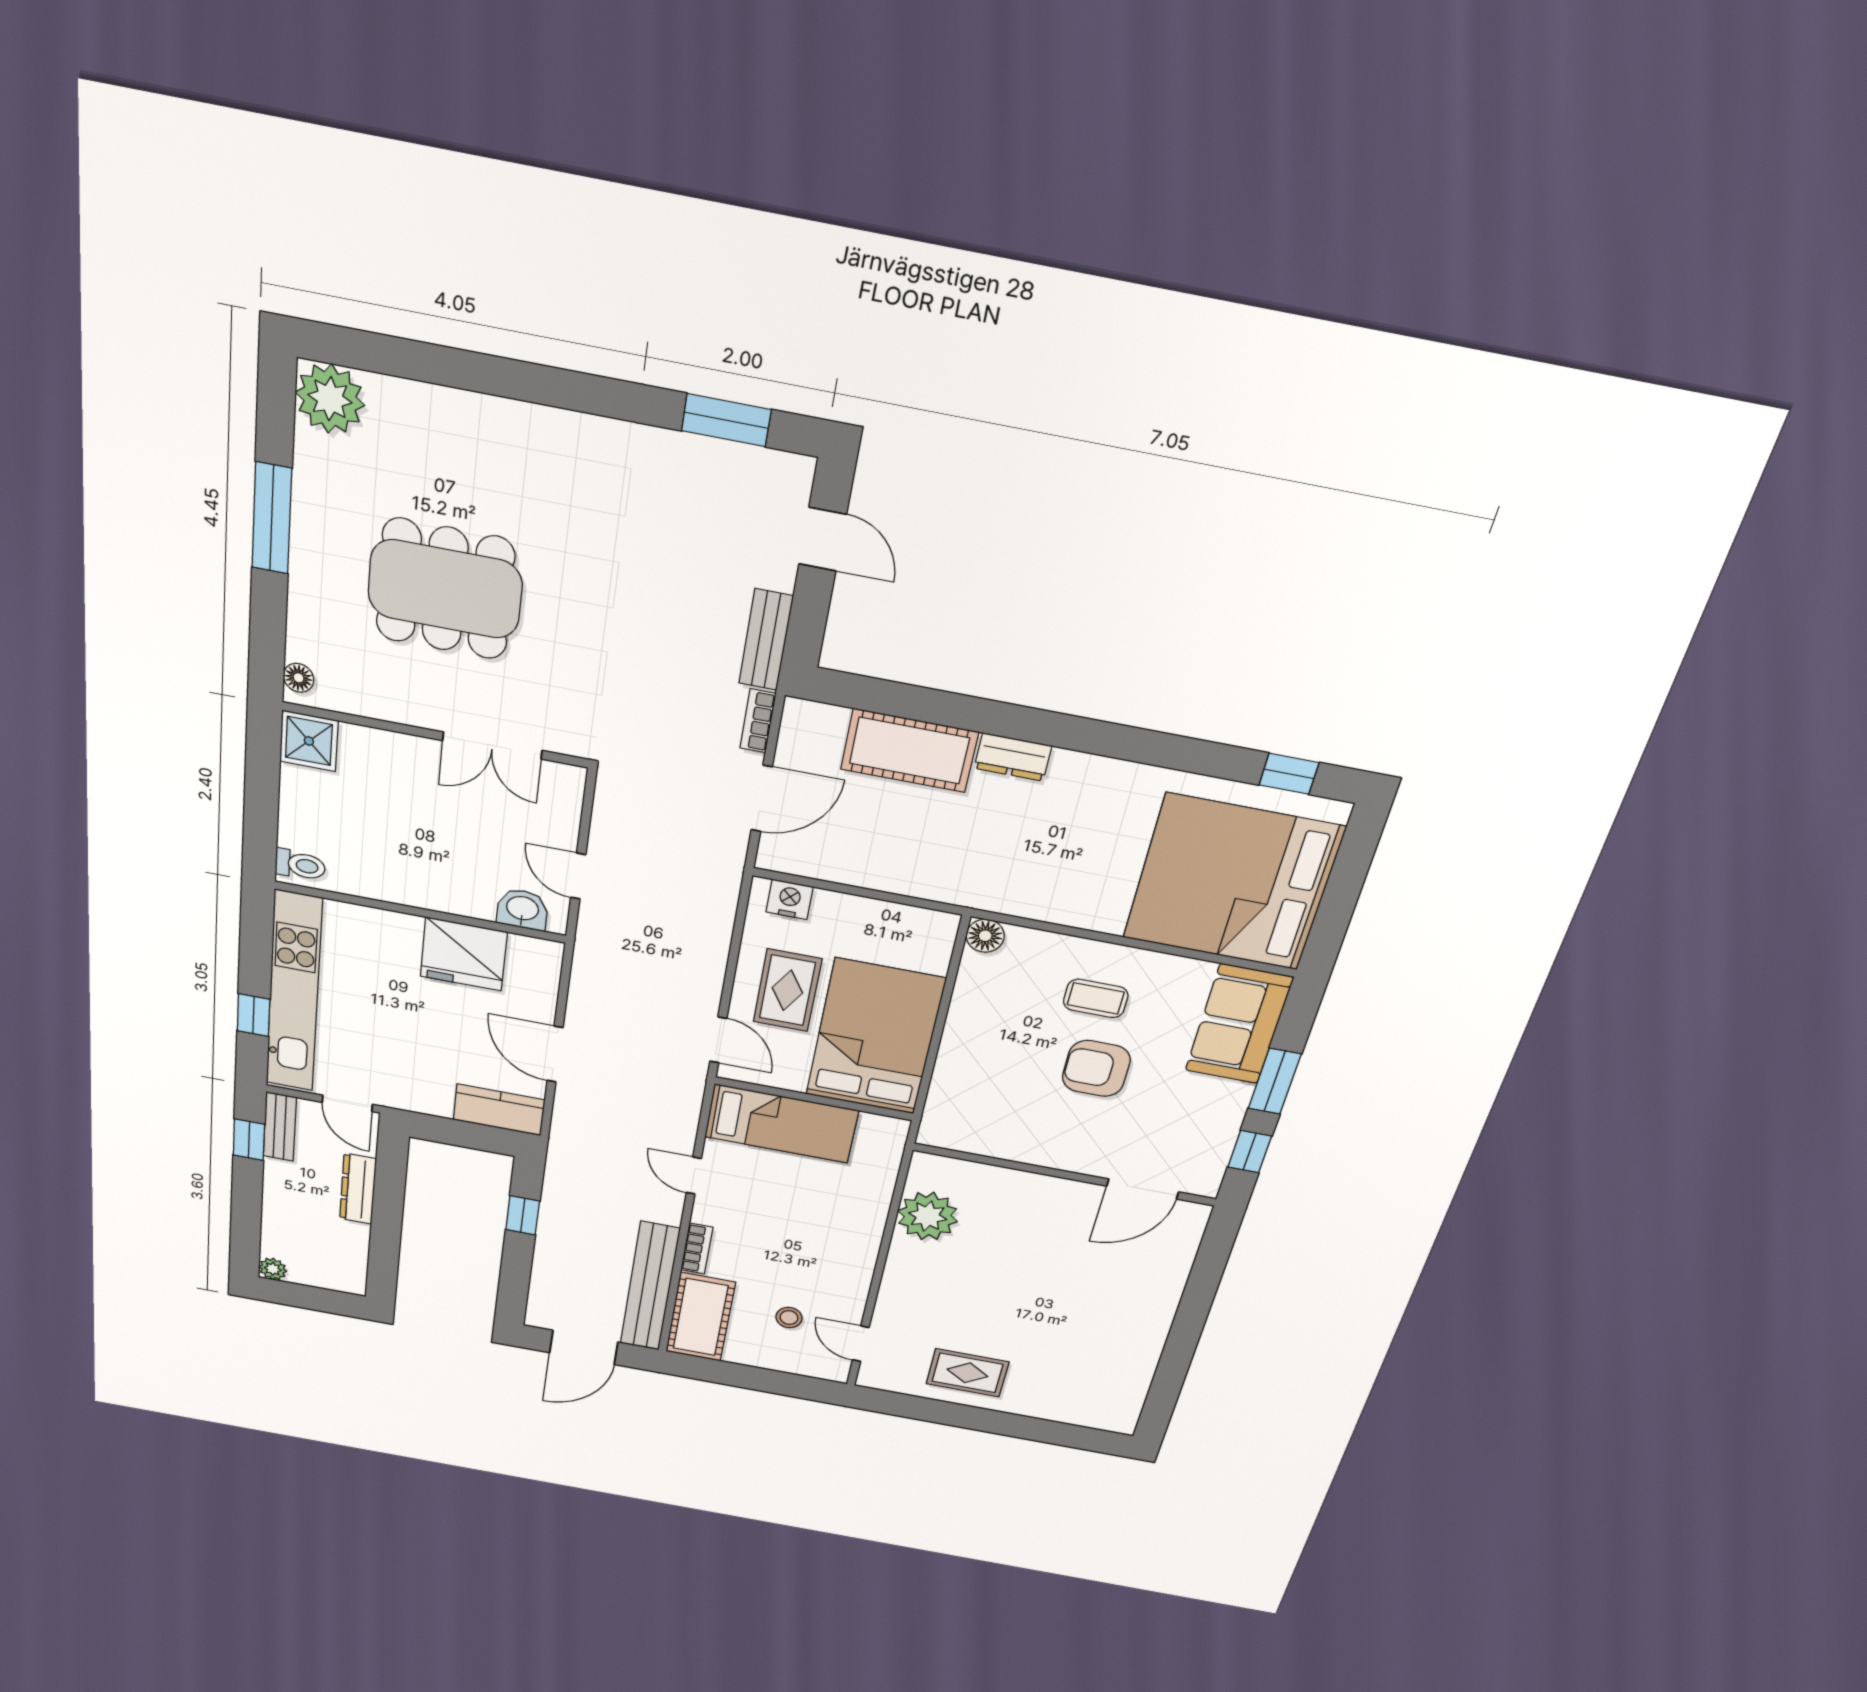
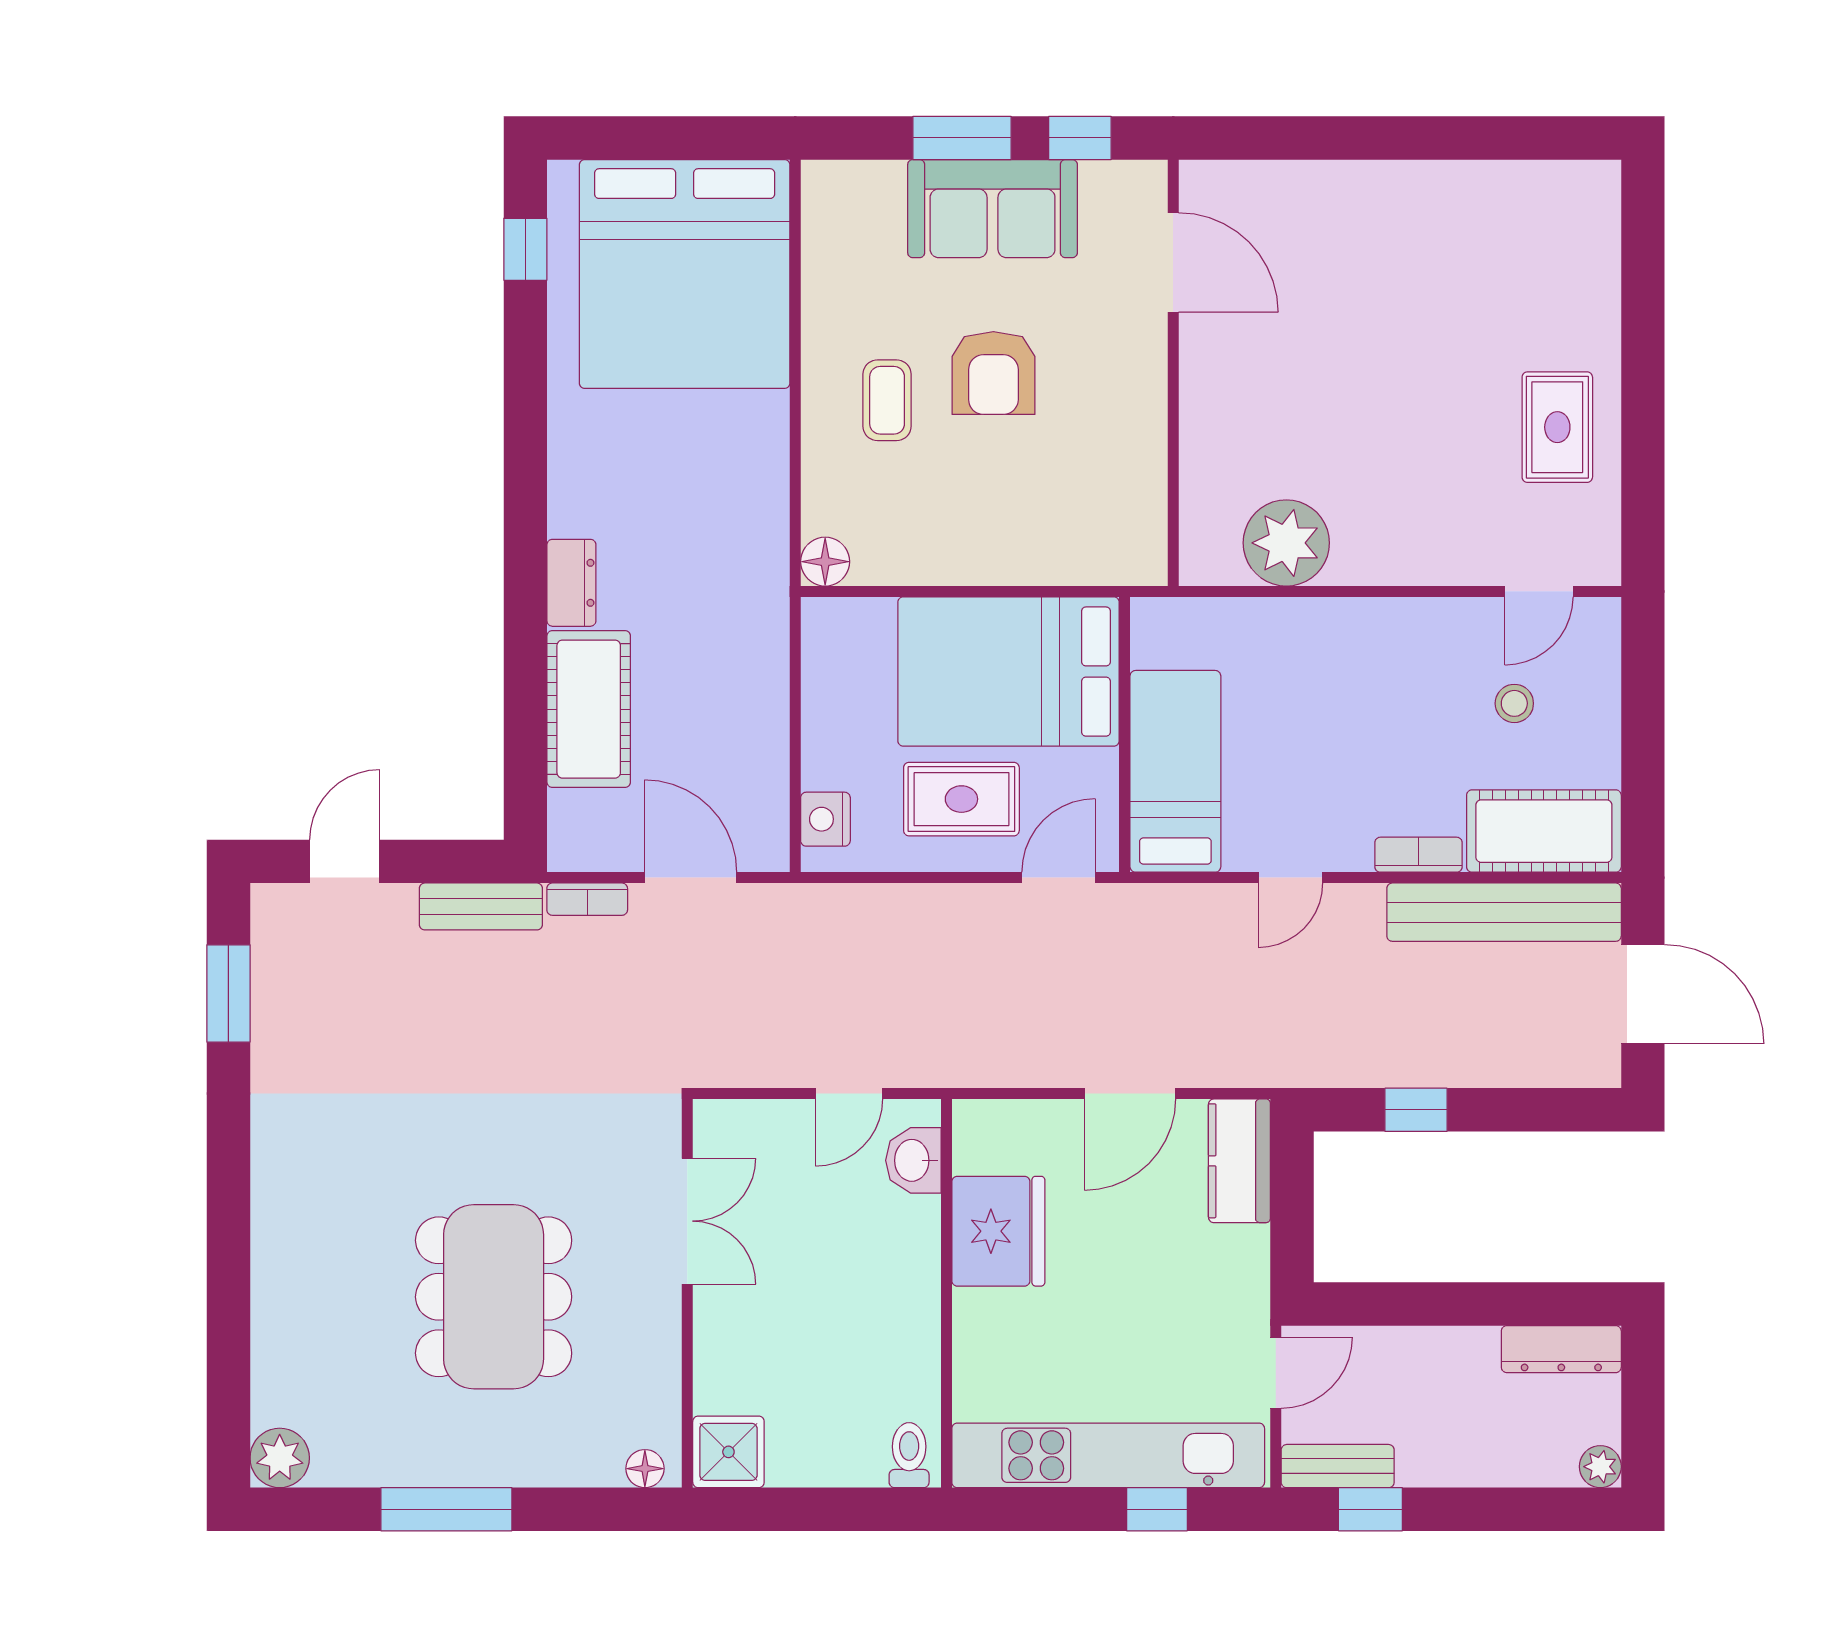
plant: (330, 399) -> (280, 1458), width x0.73, depth x0.73
sofa: (1239, 1024) -> (993, 209), moved
dresser: (358, 1189) -> (1561, 1349), moved

